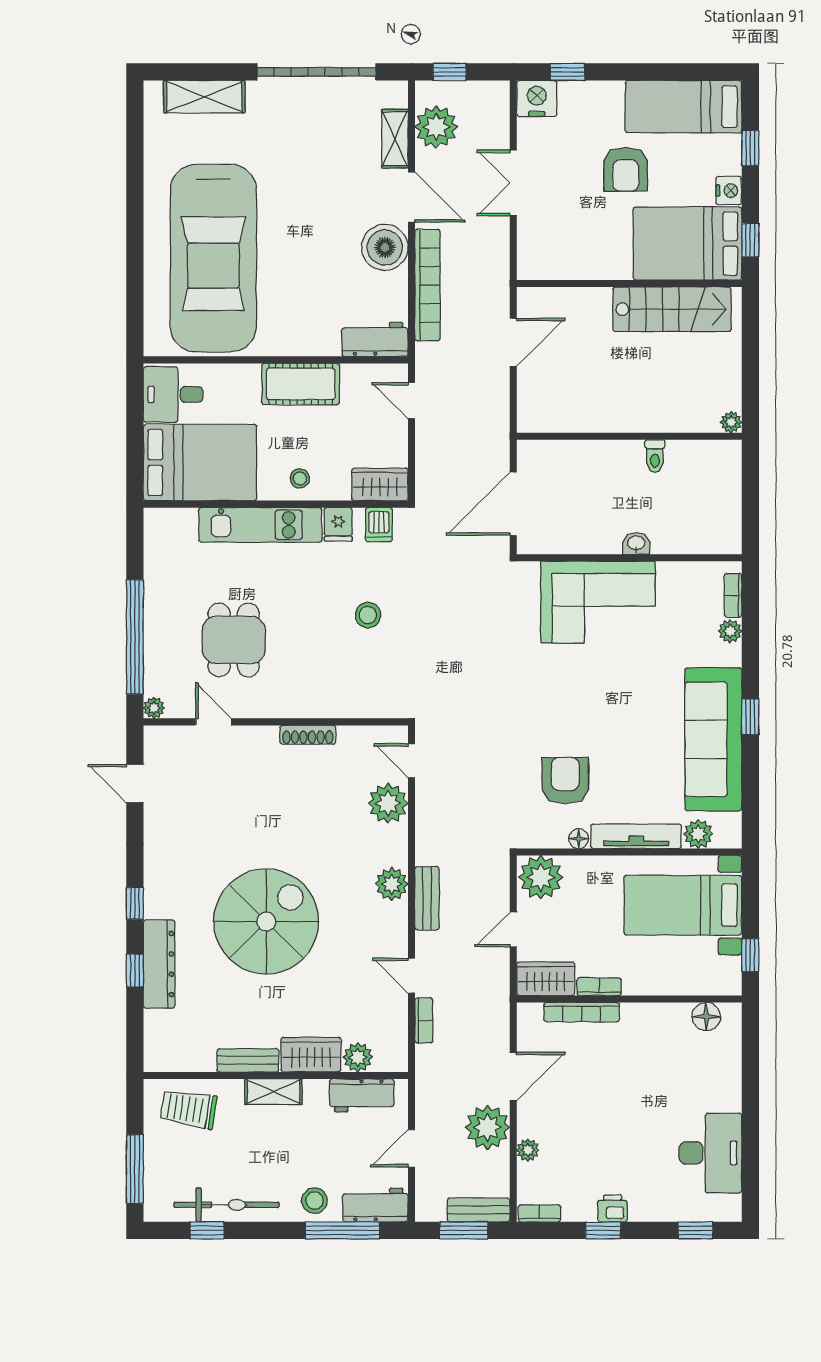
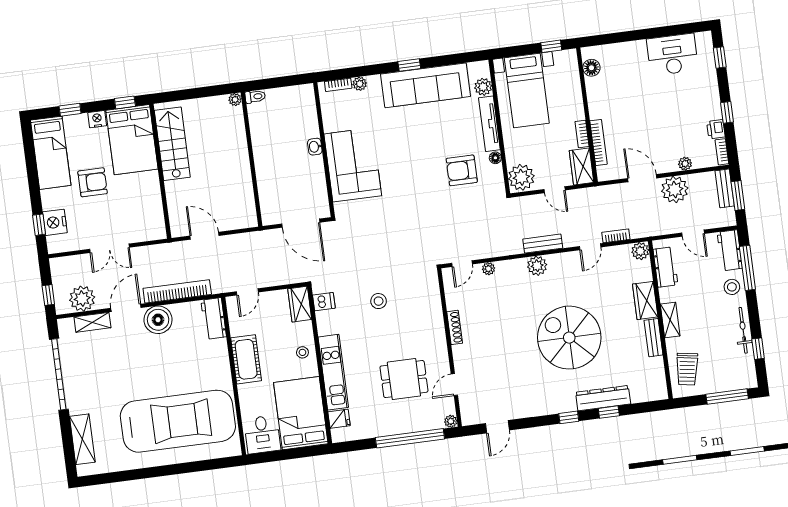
nightstand: (537, 98) -> (55, 222), moved
toilet: (655, 456) -> (255, 97), moved
fridge: (338, 524) -> (339, 419), moved
plant: (388, 803) -> (489, 269), width x0.53, depth x0.53
plant: (358, 1057) -> (640, 251), moved
bicycle: (226, 1205) -> (743, 330), width x0.73, depth x0.71
printer: (612, 1208) -> (716, 129), moved

